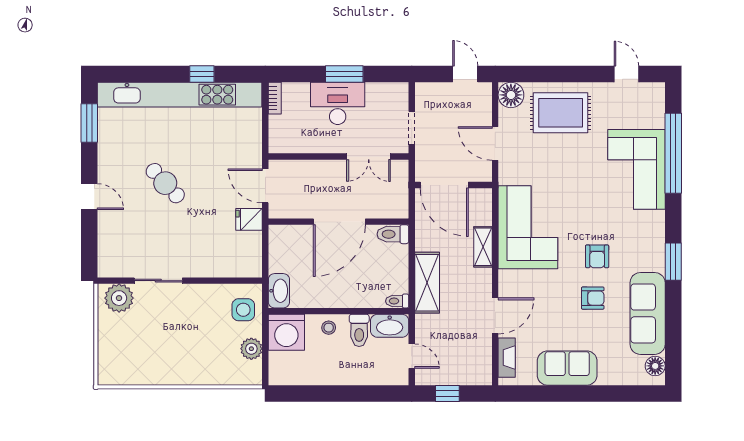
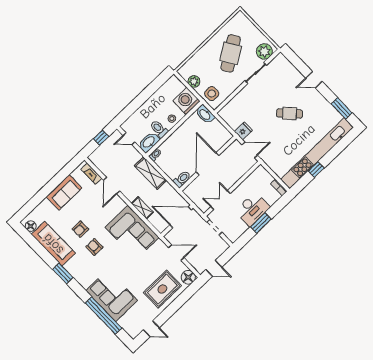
cafe table: (166, 339) -> (231, 53), added

